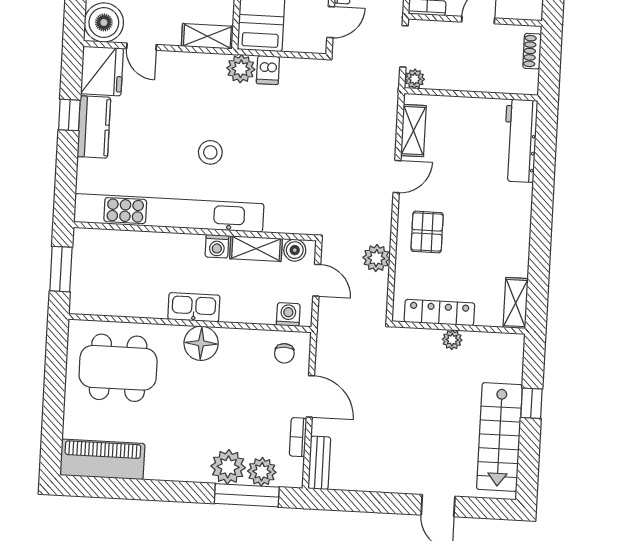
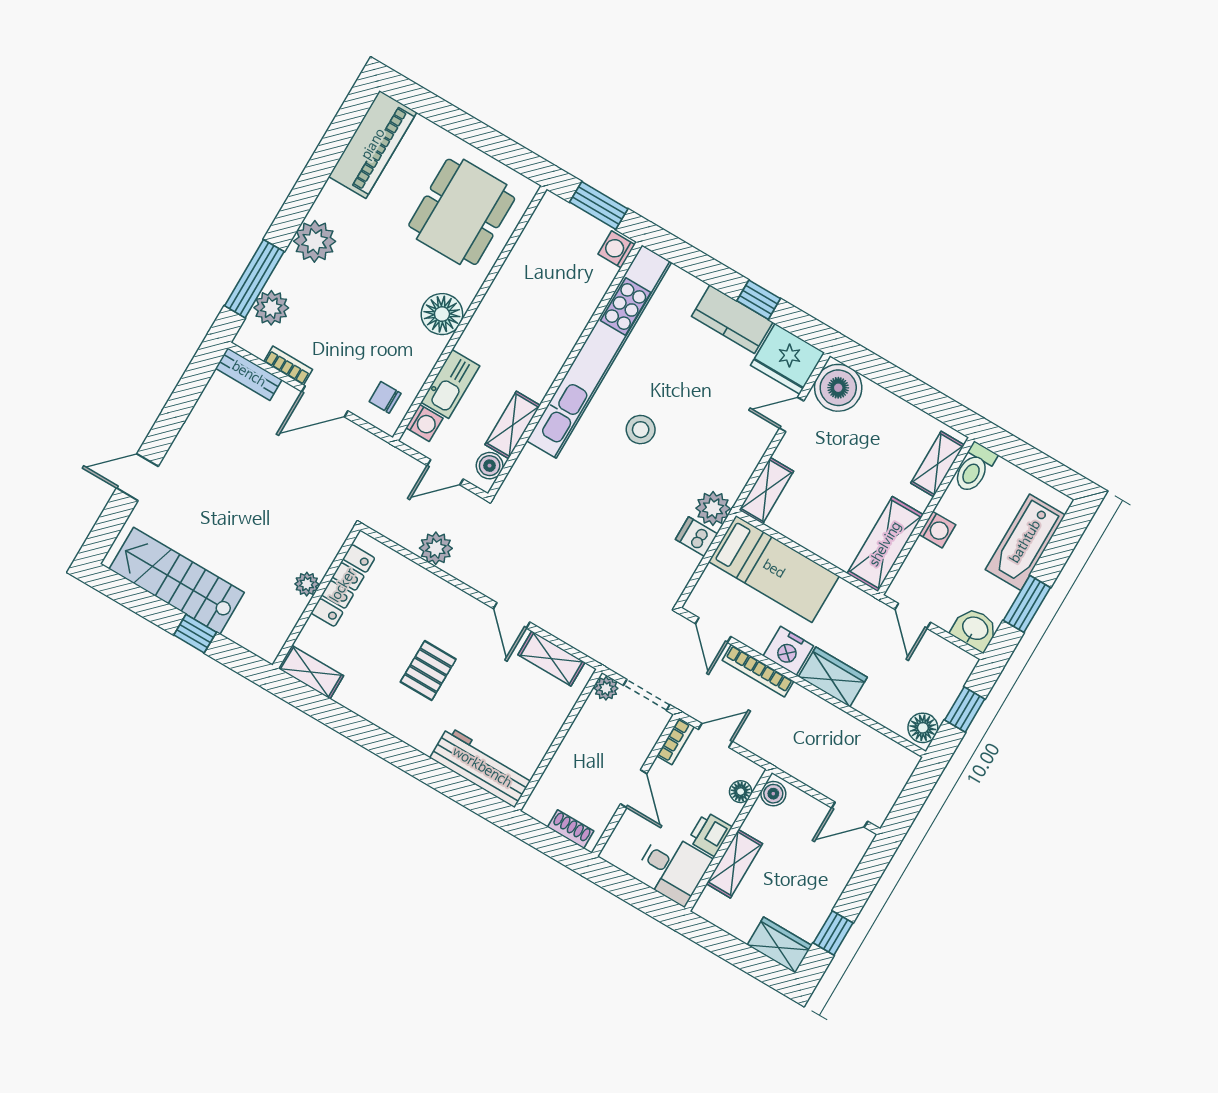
pallet: (427, 232) -> (428, 671), moved, turned 90
washing machine: (217, 246) -> (616, 249), moved
kitchen sink: (194, 307) -> (450, 384), moved
plant: (228, 467) -> (315, 241), moved

